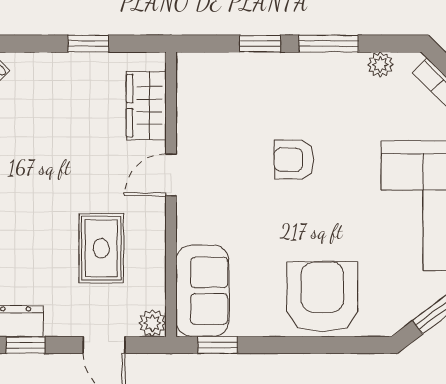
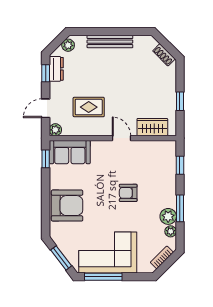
window: (260, 44) -> (180, 165), moved
plant: (347, 70) -> (168, 216), added
armchair: (294, 160) -> (128, 193), turned -90

